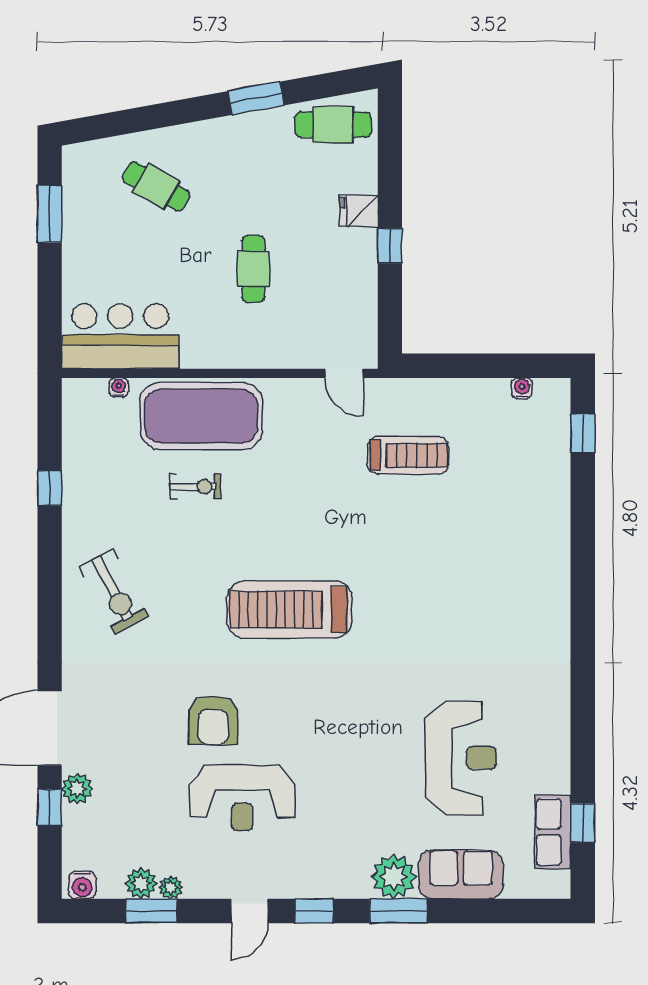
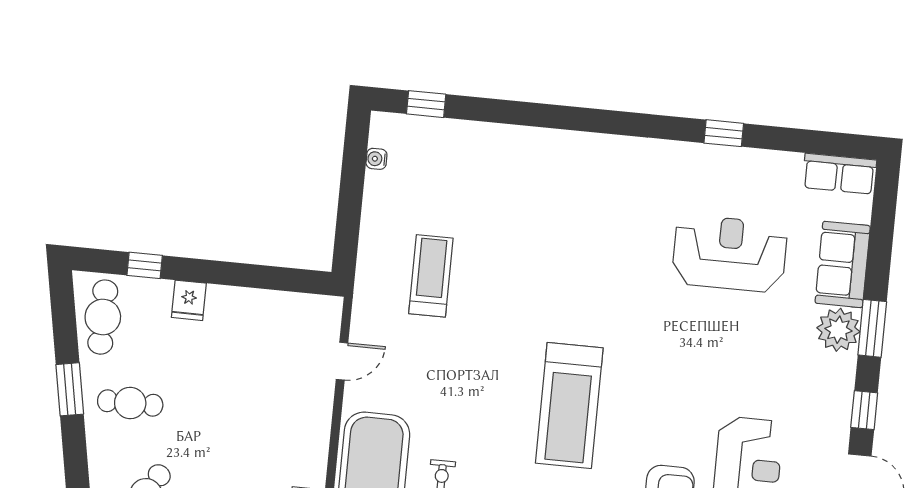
window: (390, 246) -> (145, 265), moved
cafe table: (253, 269) -> (130, 403), moved
door: (344, 373) -> (342, 361), moved
window: (583, 823) -> (724, 133), moved
row of seats: (553, 832) -> (839, 174), moved

